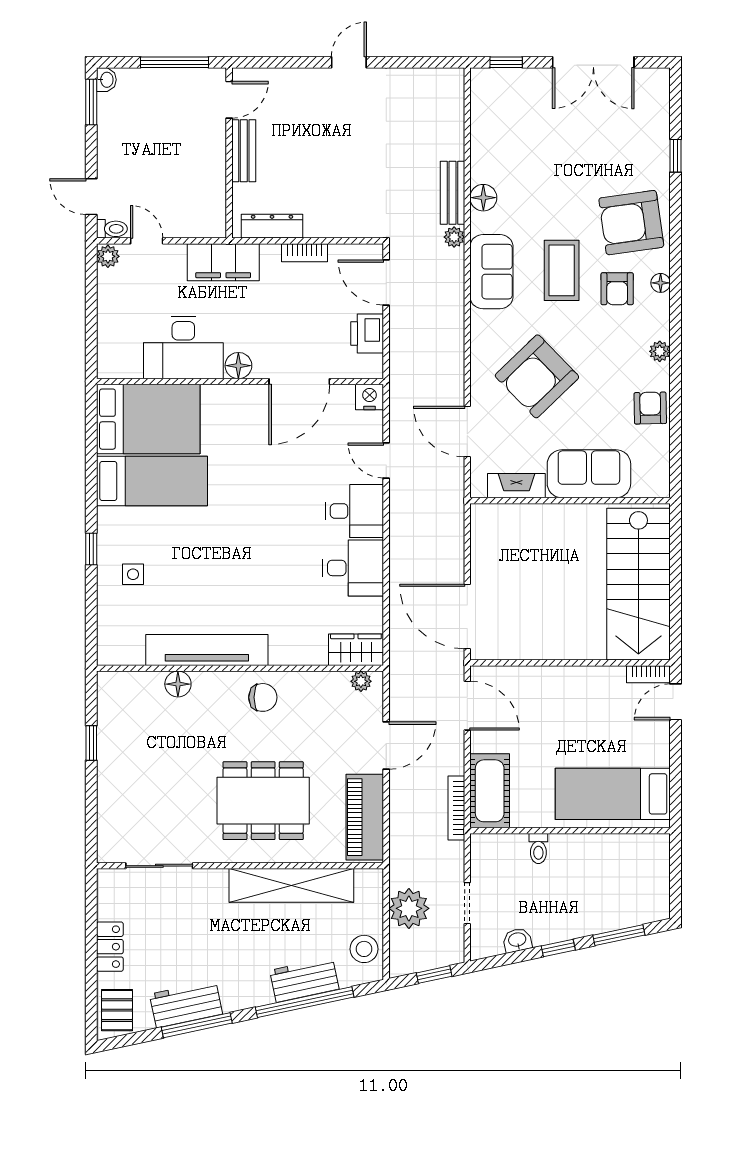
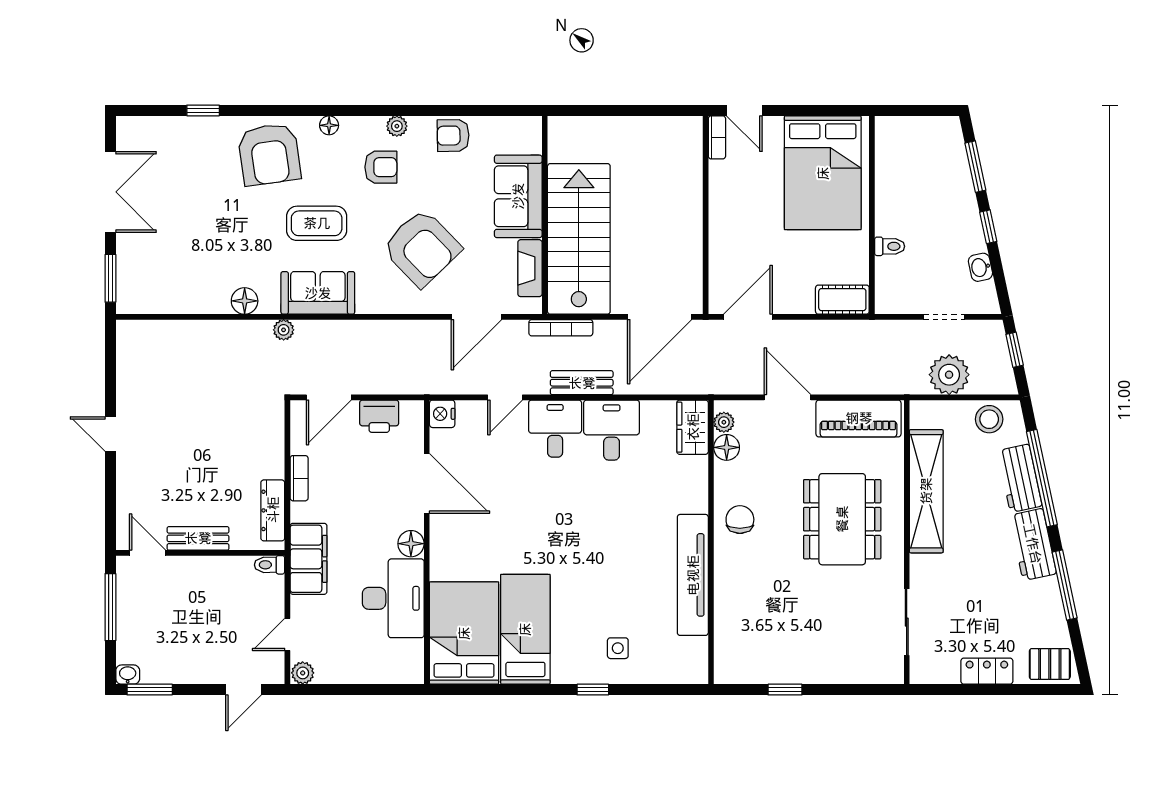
window: (506, 62) -> (110, 278), width x1.50
bench: (452, 193) -> (582, 383), moved
toilet: (112, 229) -> (270, 565), moved, turned -90
armchair: (617, 289) -> (381, 167), moved
stairs: (638, 584) -> (579, 239), moved, turned -90
floor lamp: (178, 684) -> (727, 447), moved
cot: (490, 791) -> (842, 300), width x0.73, depth x0.75
bed: (613, 794) -> (823, 173), width x1.50
bookcase: (456, 808) -> (561, 328), moved
workbench: (186, 1004) -> (1033, 544), moved

